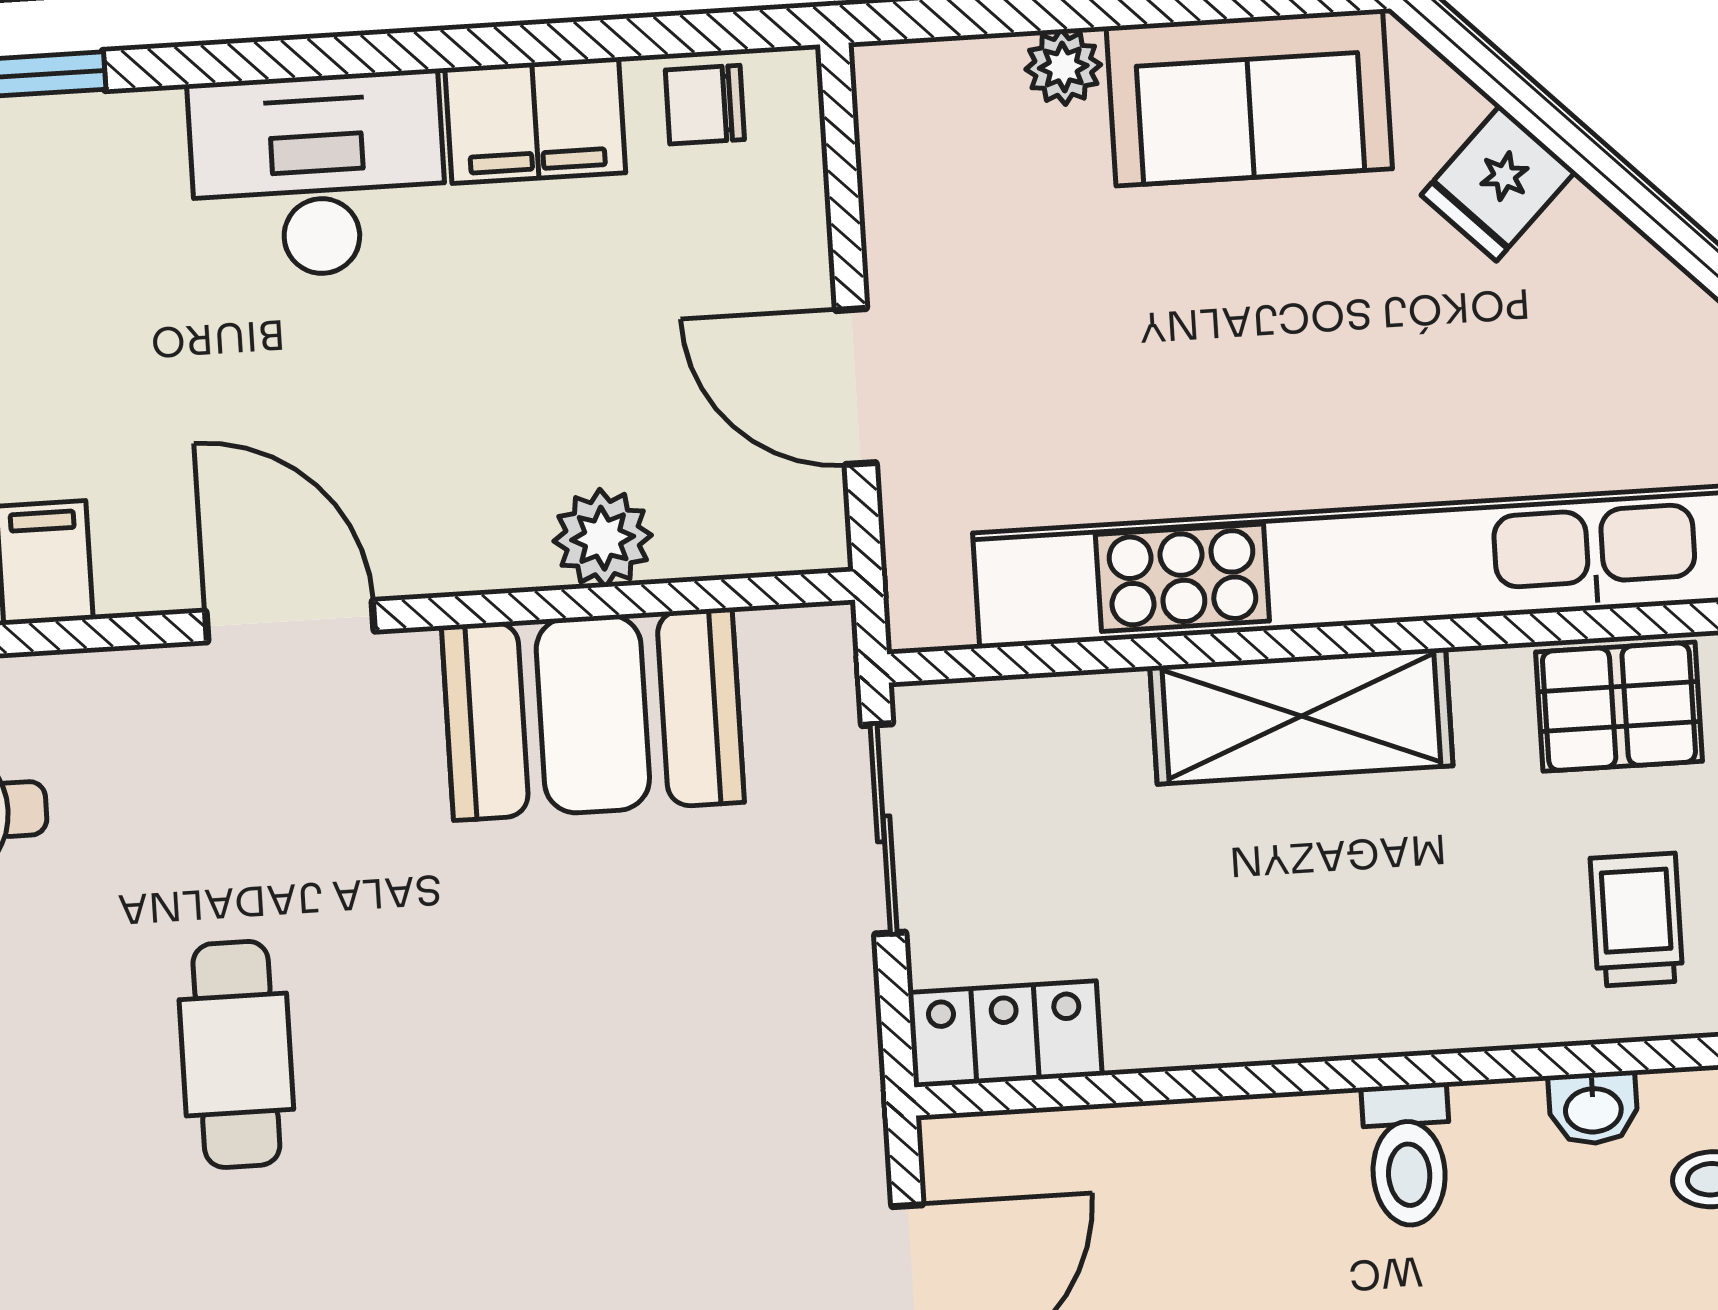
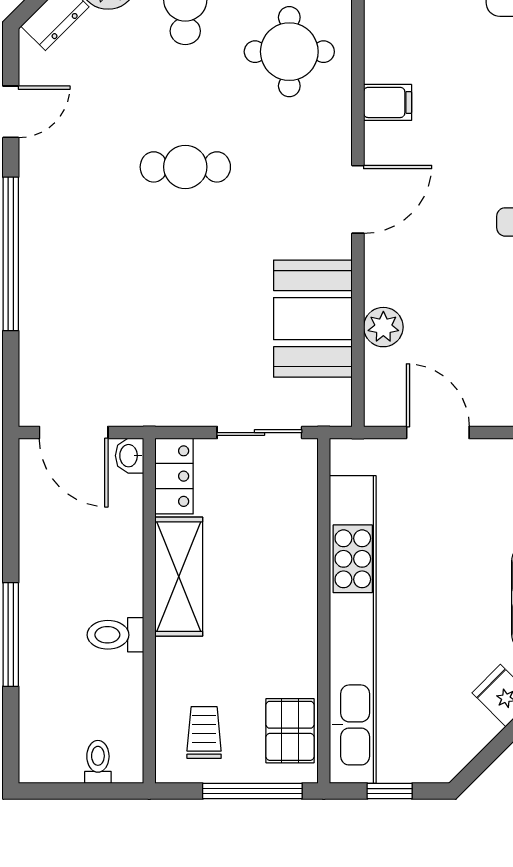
door: (856, 387) -> (438, 433), hinge flipped
shelving: (1301, 716) -> (179, 577), moved
trolley: (1637, 920) -> (204, 733), turned -90
washbasin: (1593, 1108) -> (129, 456), moved

